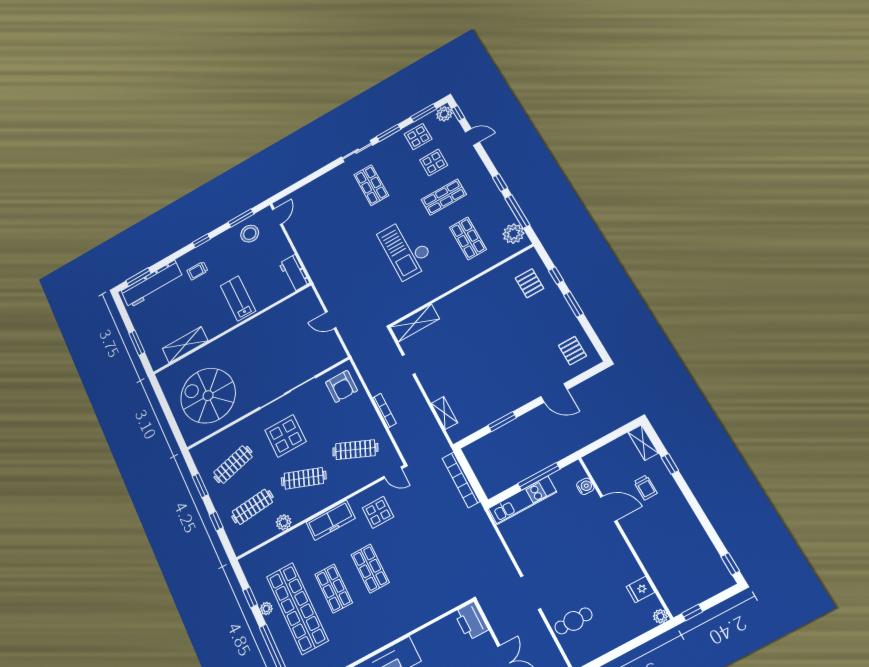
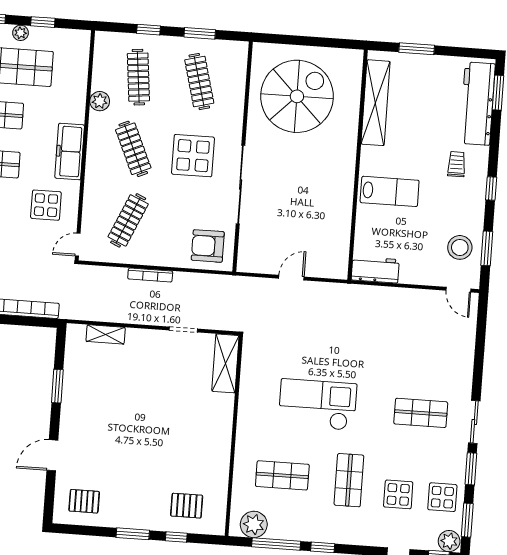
shelving: (185, 345) -> (375, 103), width x1.47
clothes rail: (304, 478) -> (133, 149), turned -45

